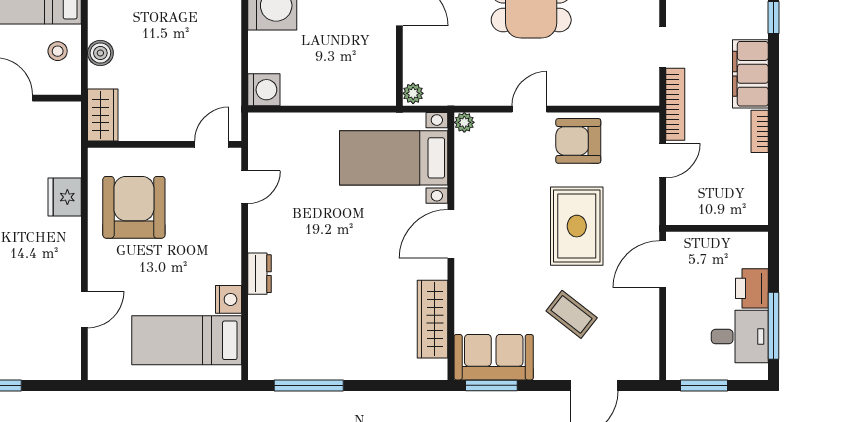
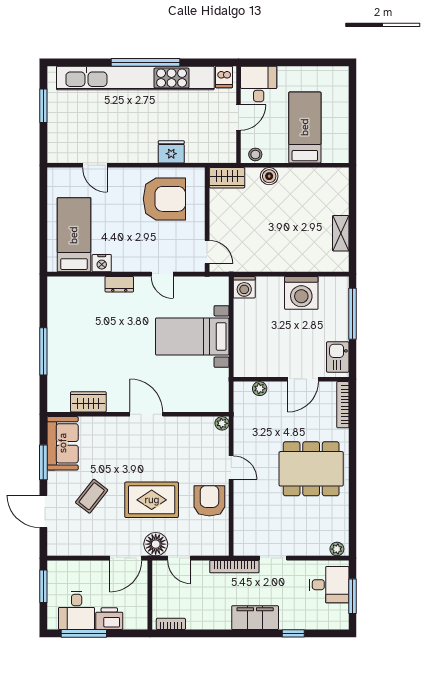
stool: (58, 51) -> (255, 154), moved
plant: (413, 93) -> (260, 389), moved
bookcase: (760, 131) -> (171, 624), moved
bed with nightstands: (394, 158) -> (192, 336), moved, turned -90
door: (663, 161) -> (179, 558), moved
door: (245, 187) -> (162, 274), moved
floor lamp: (642, 220) -> (156, 544), added
door: (663, 264) -> (126, 558), swing flipped
wardrobe: (433, 319) -> (88, 402), width x0.67
window: (309, 385) -> (43, 351), moved
window: (491, 385) -> (43, 462), moved

